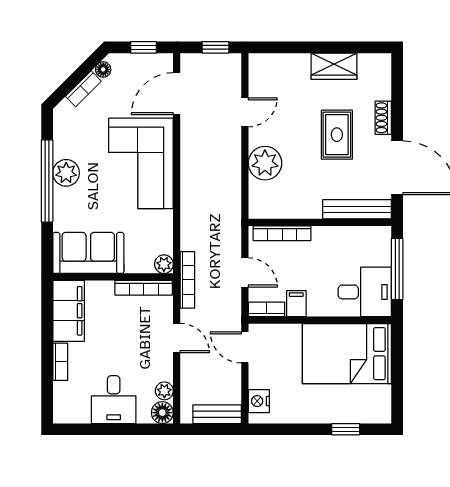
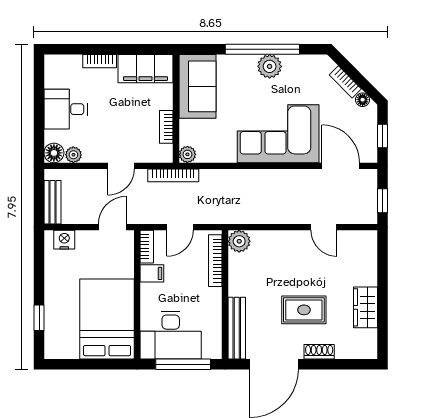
plant: (265, 163) -> (239, 241), moved, width x0.73, depth x0.73
bookcase: (144, 288) -> (166, 127), width x0.64
desk: (365, 292) -> (171, 335), width x1.37

